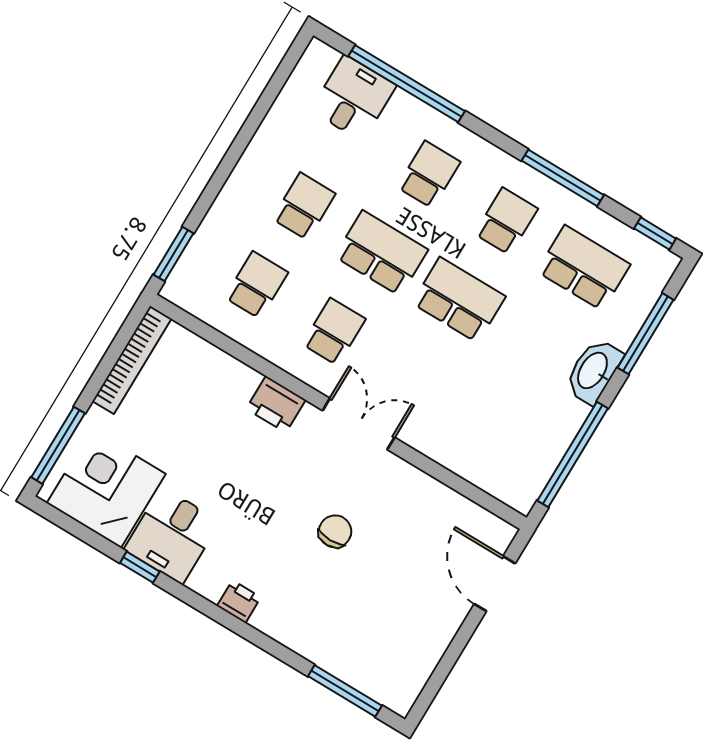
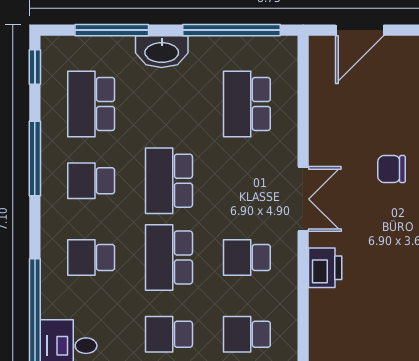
double door: (359, 424) -> (303, 199), swing flipped
school desk: (489, 425) -> (247, 104), added

